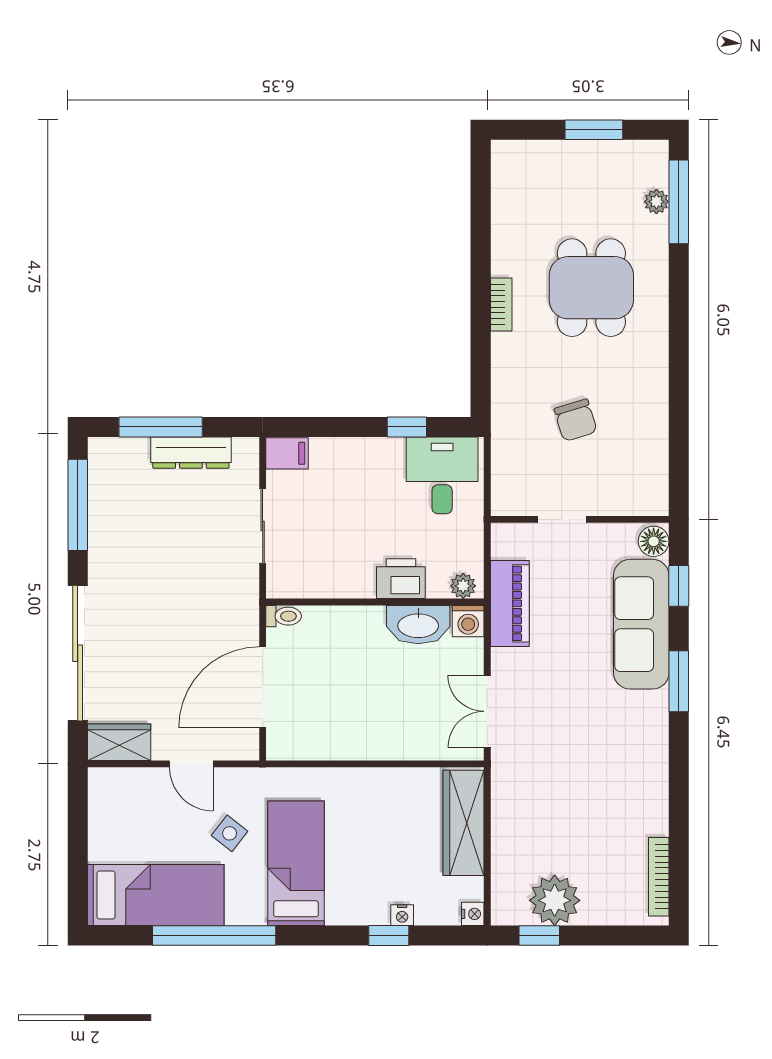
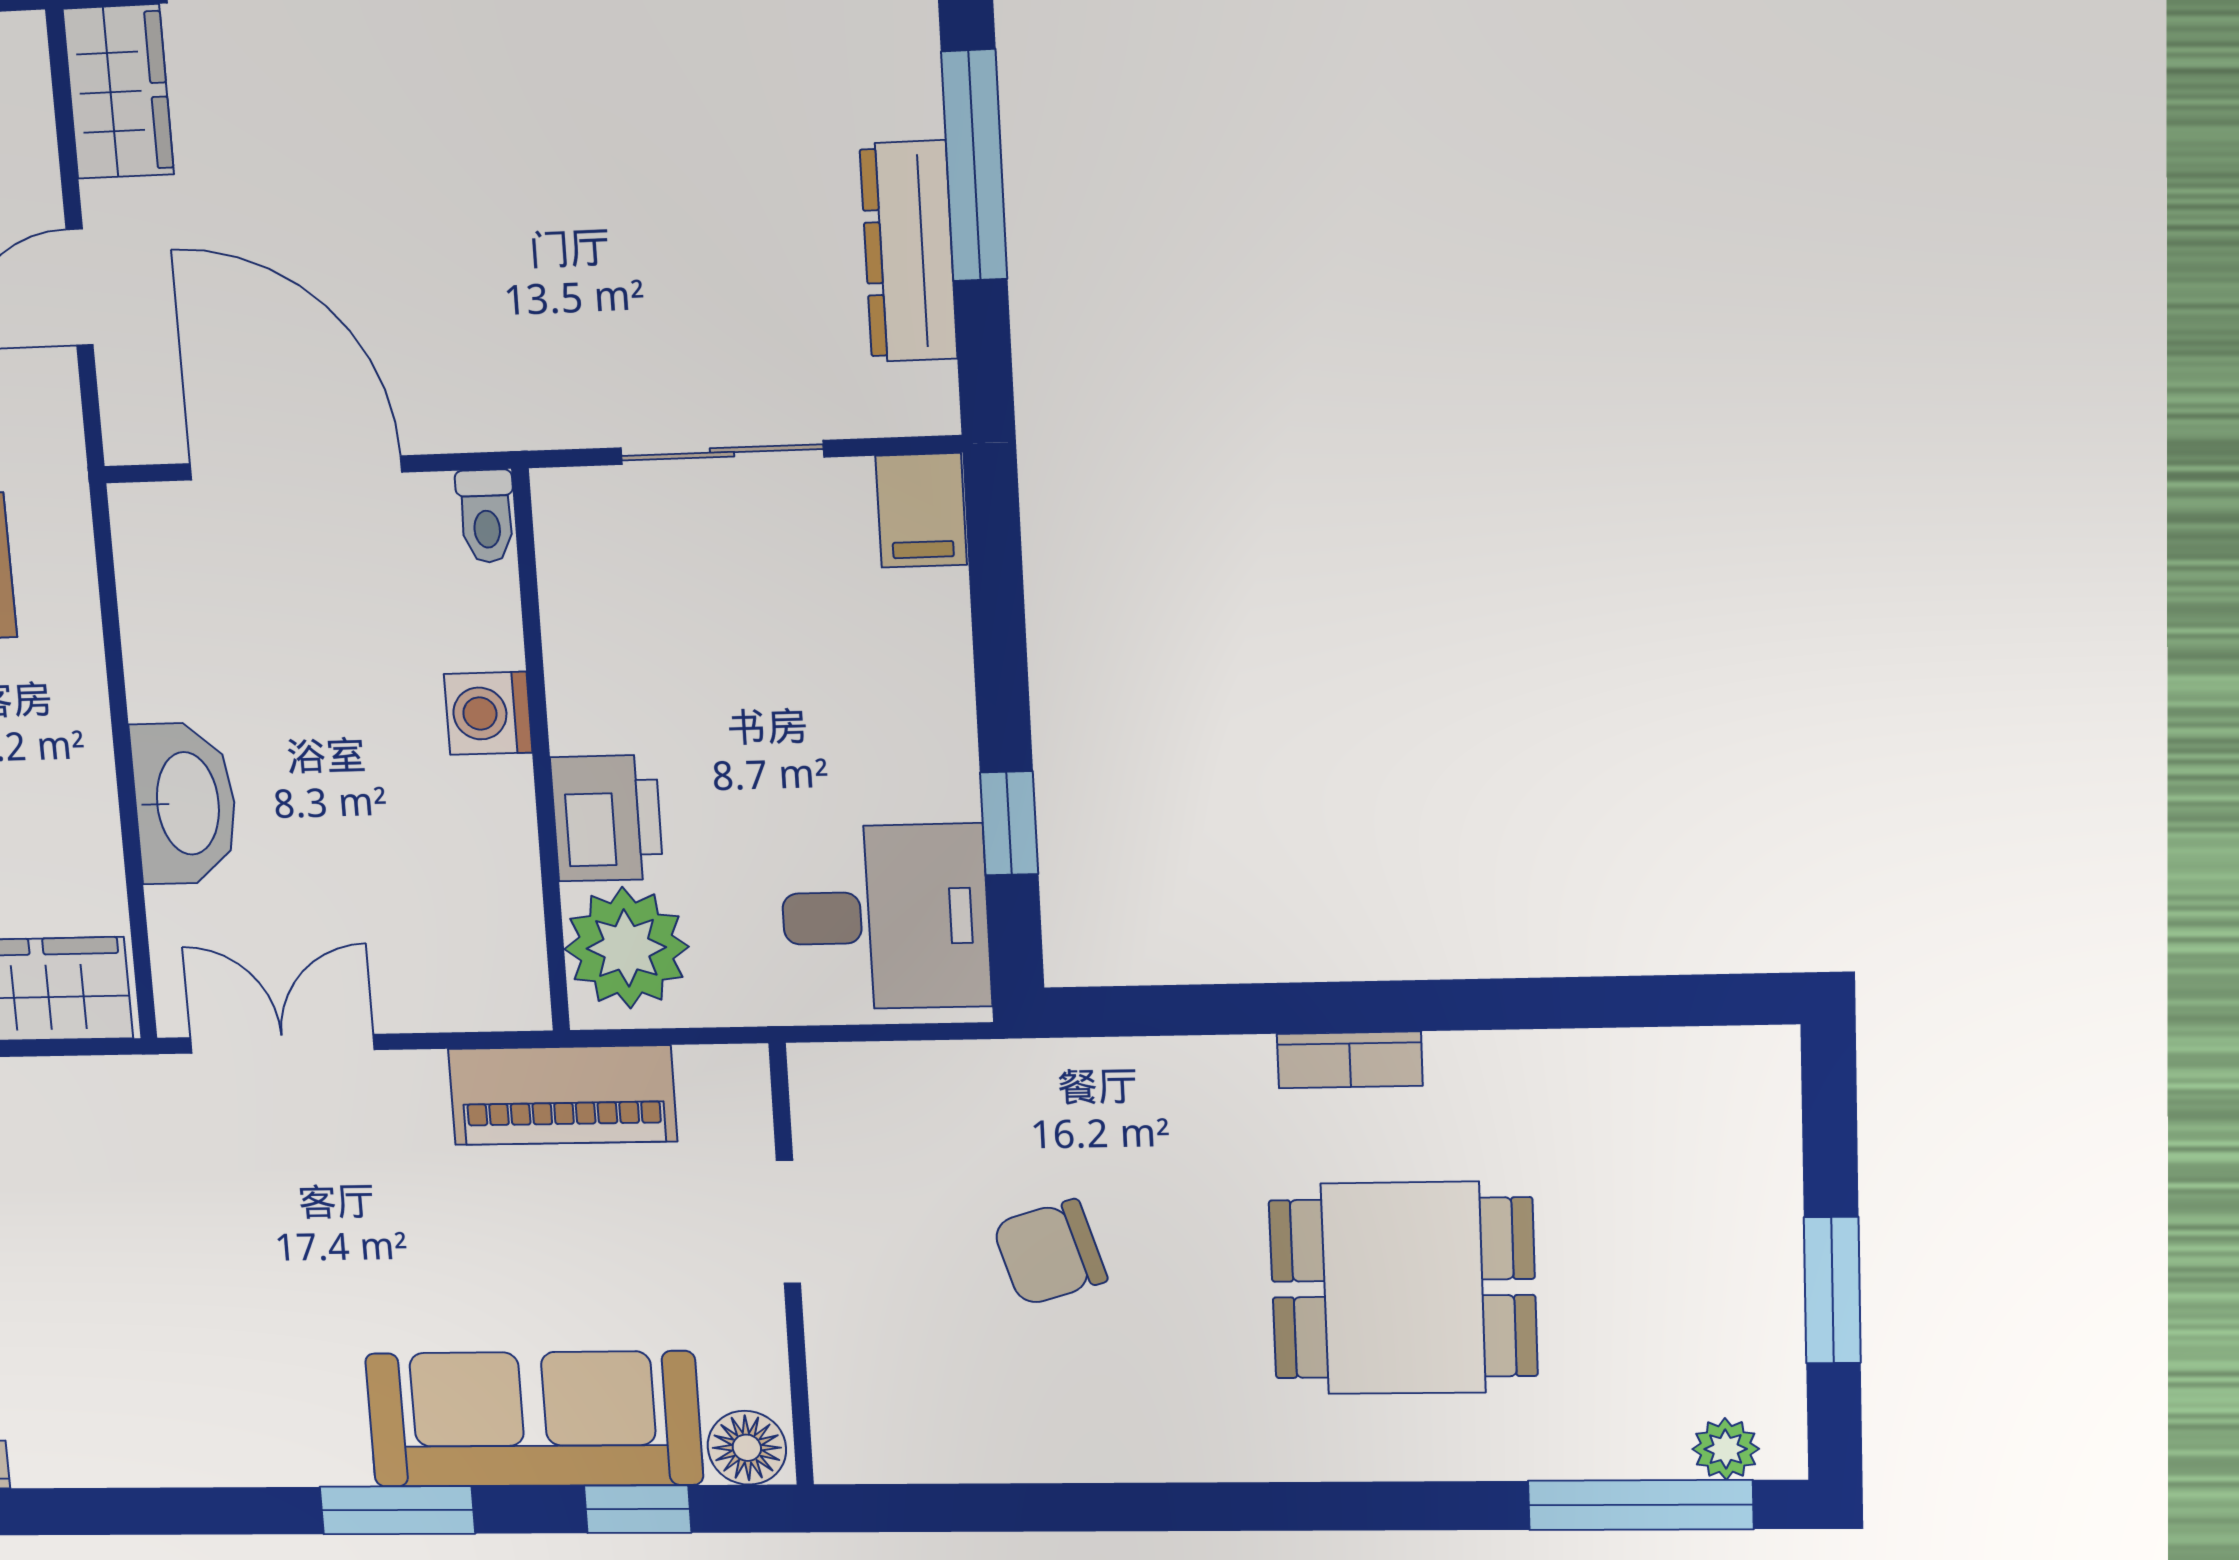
plant: (656, 202) -> (1726, 1449), moved
plant: (463, 586) -> (626, 948), width x1.88, depth x1.88
washing machine: (468, 621) -> (488, 713), moved
washbasin: (418, 625) -> (185, 803), moved, turned 180

